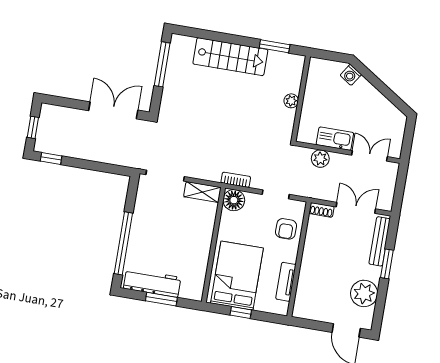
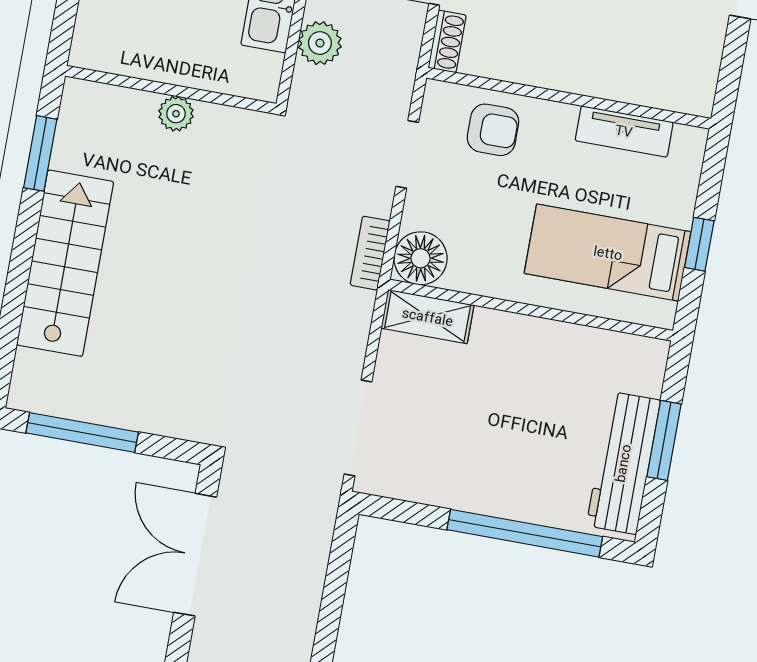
shelving: (202, 192) -> (428, 317), moved, turned 90
bed: (237, 276) -> (608, 253), width x0.67

